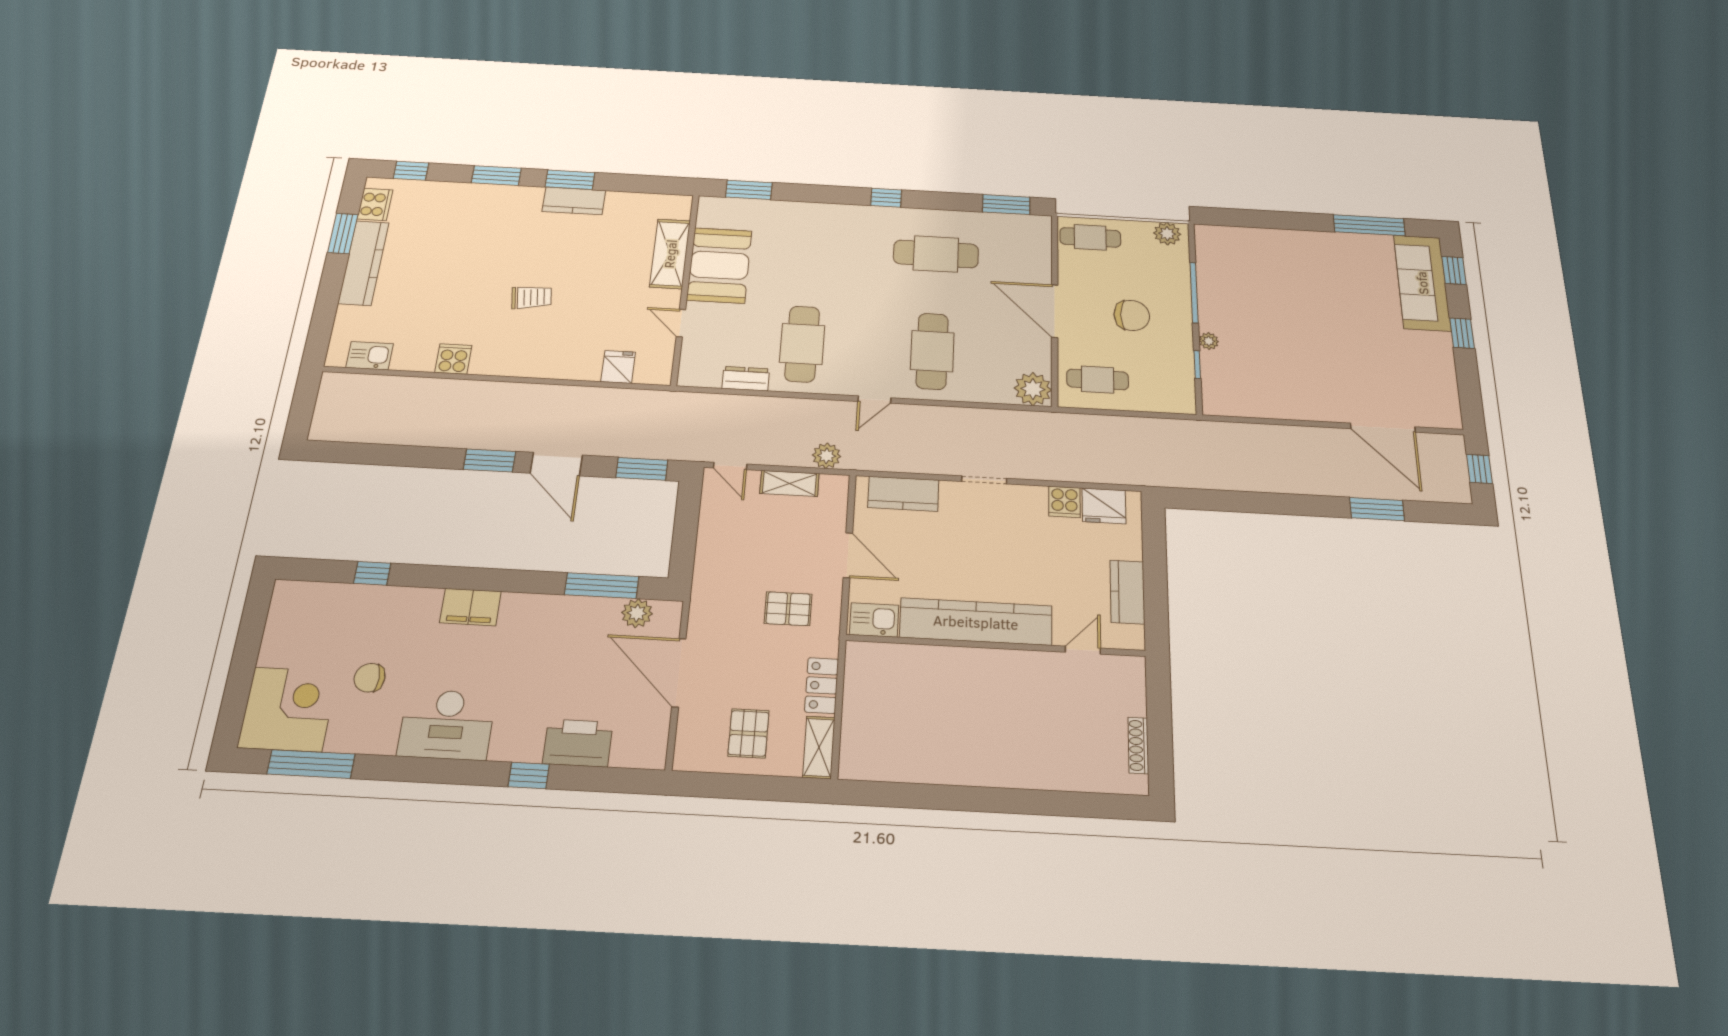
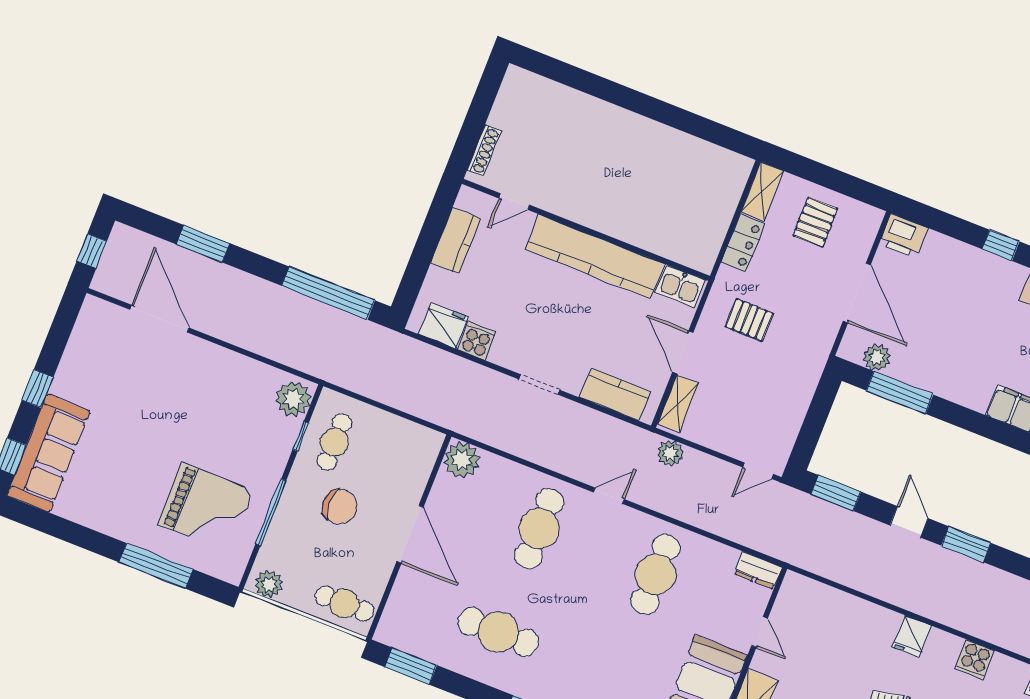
window: (1369, 225) -> (156, 566), moved
grand piano: (1256, 279) -> (206, 507), added
chair: (1132, 315) -> (340, 507), turned 180
plant: (1209, 341) -> (293, 399), moved, width x1.88, depth x1.88
fridge: (618, 367) -> (912, 636), moved
dresser: (746, 379) -> (758, 570), moved
cafe table: (1098, 379) -> (334, 442), moved, turned 90
door: (556, 464) -> (909, 522), width x0.73
door: (730, 466) -> (758, 471), swing flipped
shelving: (789, 483) -> (678, 404), moved, turned 90
window: (1232, 501) -> (328, 293), added
printer: (578, 743) -> (904, 236), moved, width x0.73, depth x0.84
shoe rack: (1138, 745) -> (484, 150), moved

